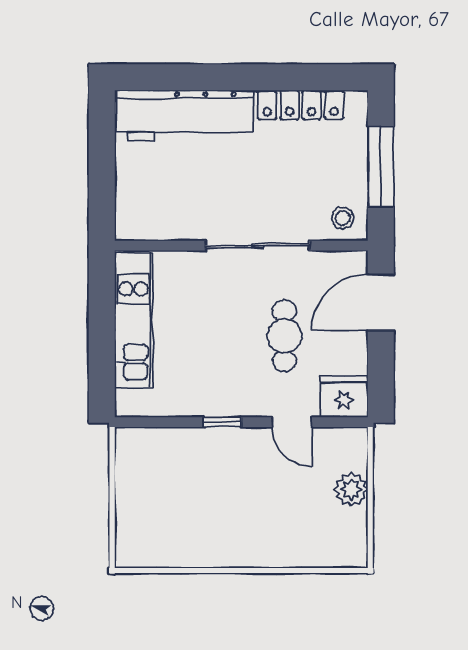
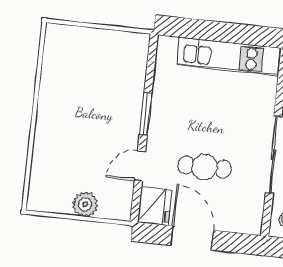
door: (381, 302) -> (192, 238), moved
window: (222, 422) -> (146, 114), width x1.50

